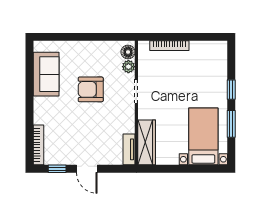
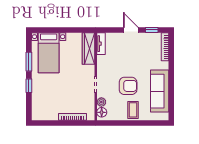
coffee table: (84, 55) -> (133, 110), added
sofa: (46, 74) -> (160, 91), width x1.36

